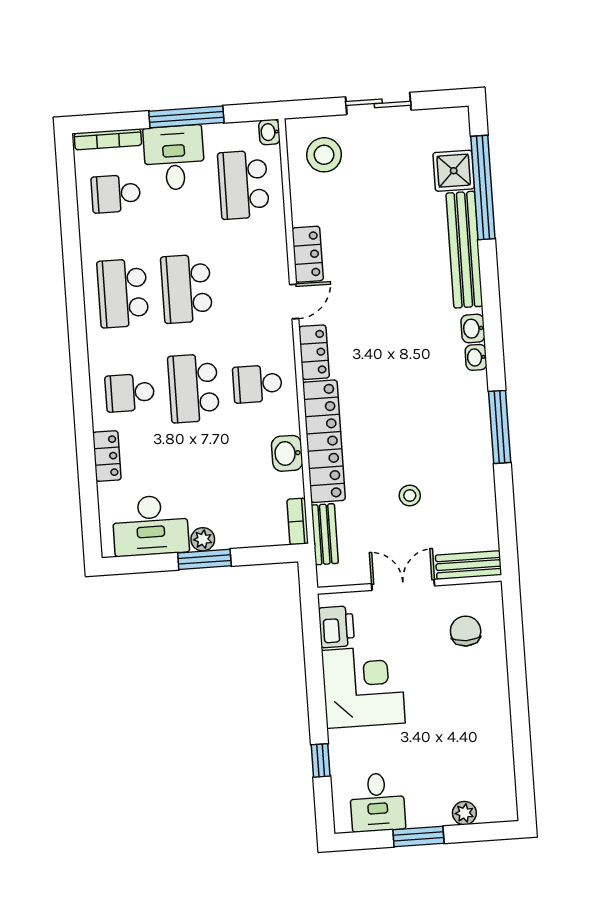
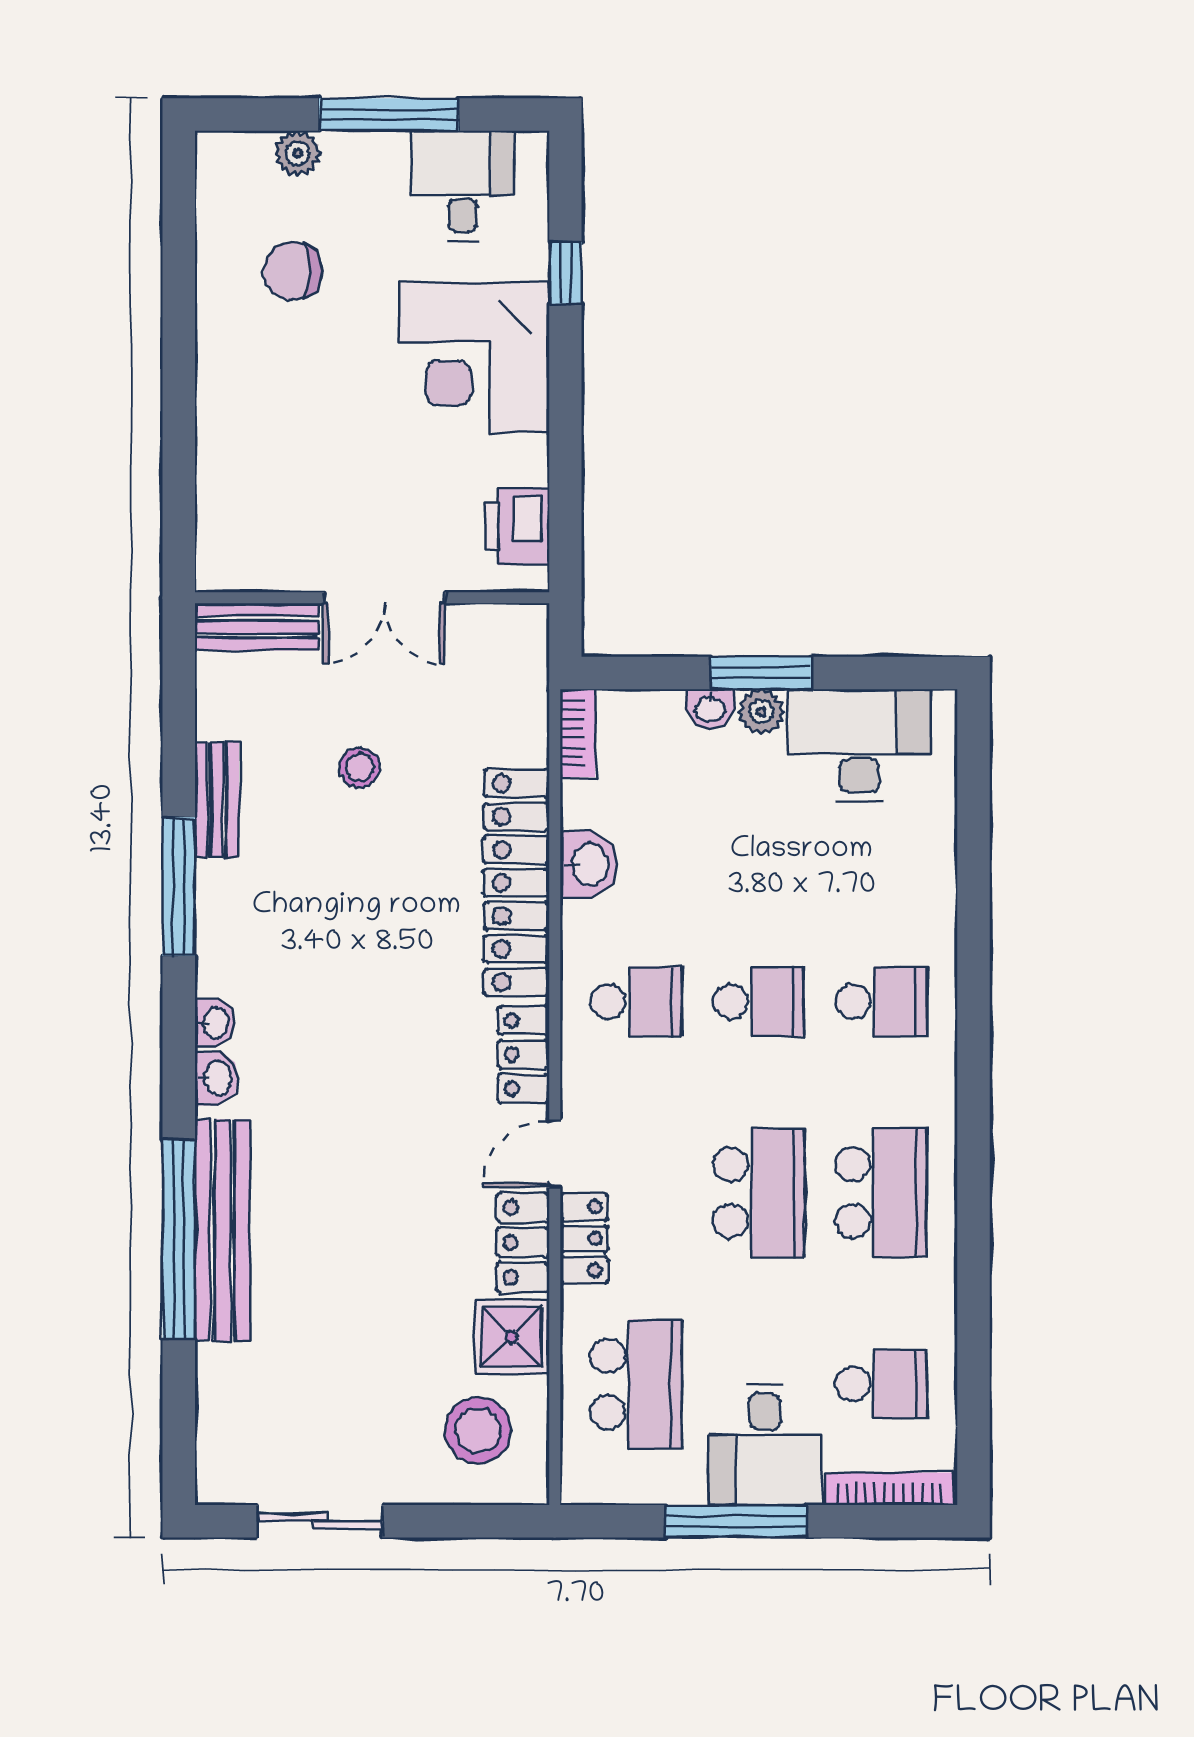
sliding door: (378, 103) -> (320, 1521), moved
washbasin: (269, 132) -> (710, 708), moved, turned 90
shower: (454, 171) -> (512, 1337), moved
window: (483, 187) -> (179, 1239), moved
school desk: (194, 388) -> (759, 1002), width x0.54
locker: (107, 456) -> (584, 1238), moved, turned 180
bench: (325, 534) -> (217, 800), moved
chair: (466, 631) -> (293, 271), moved, turned 90
corner desk: (363, 687) -> (474, 357), moved
window: (418, 837) -> (389, 114), width x1.44

